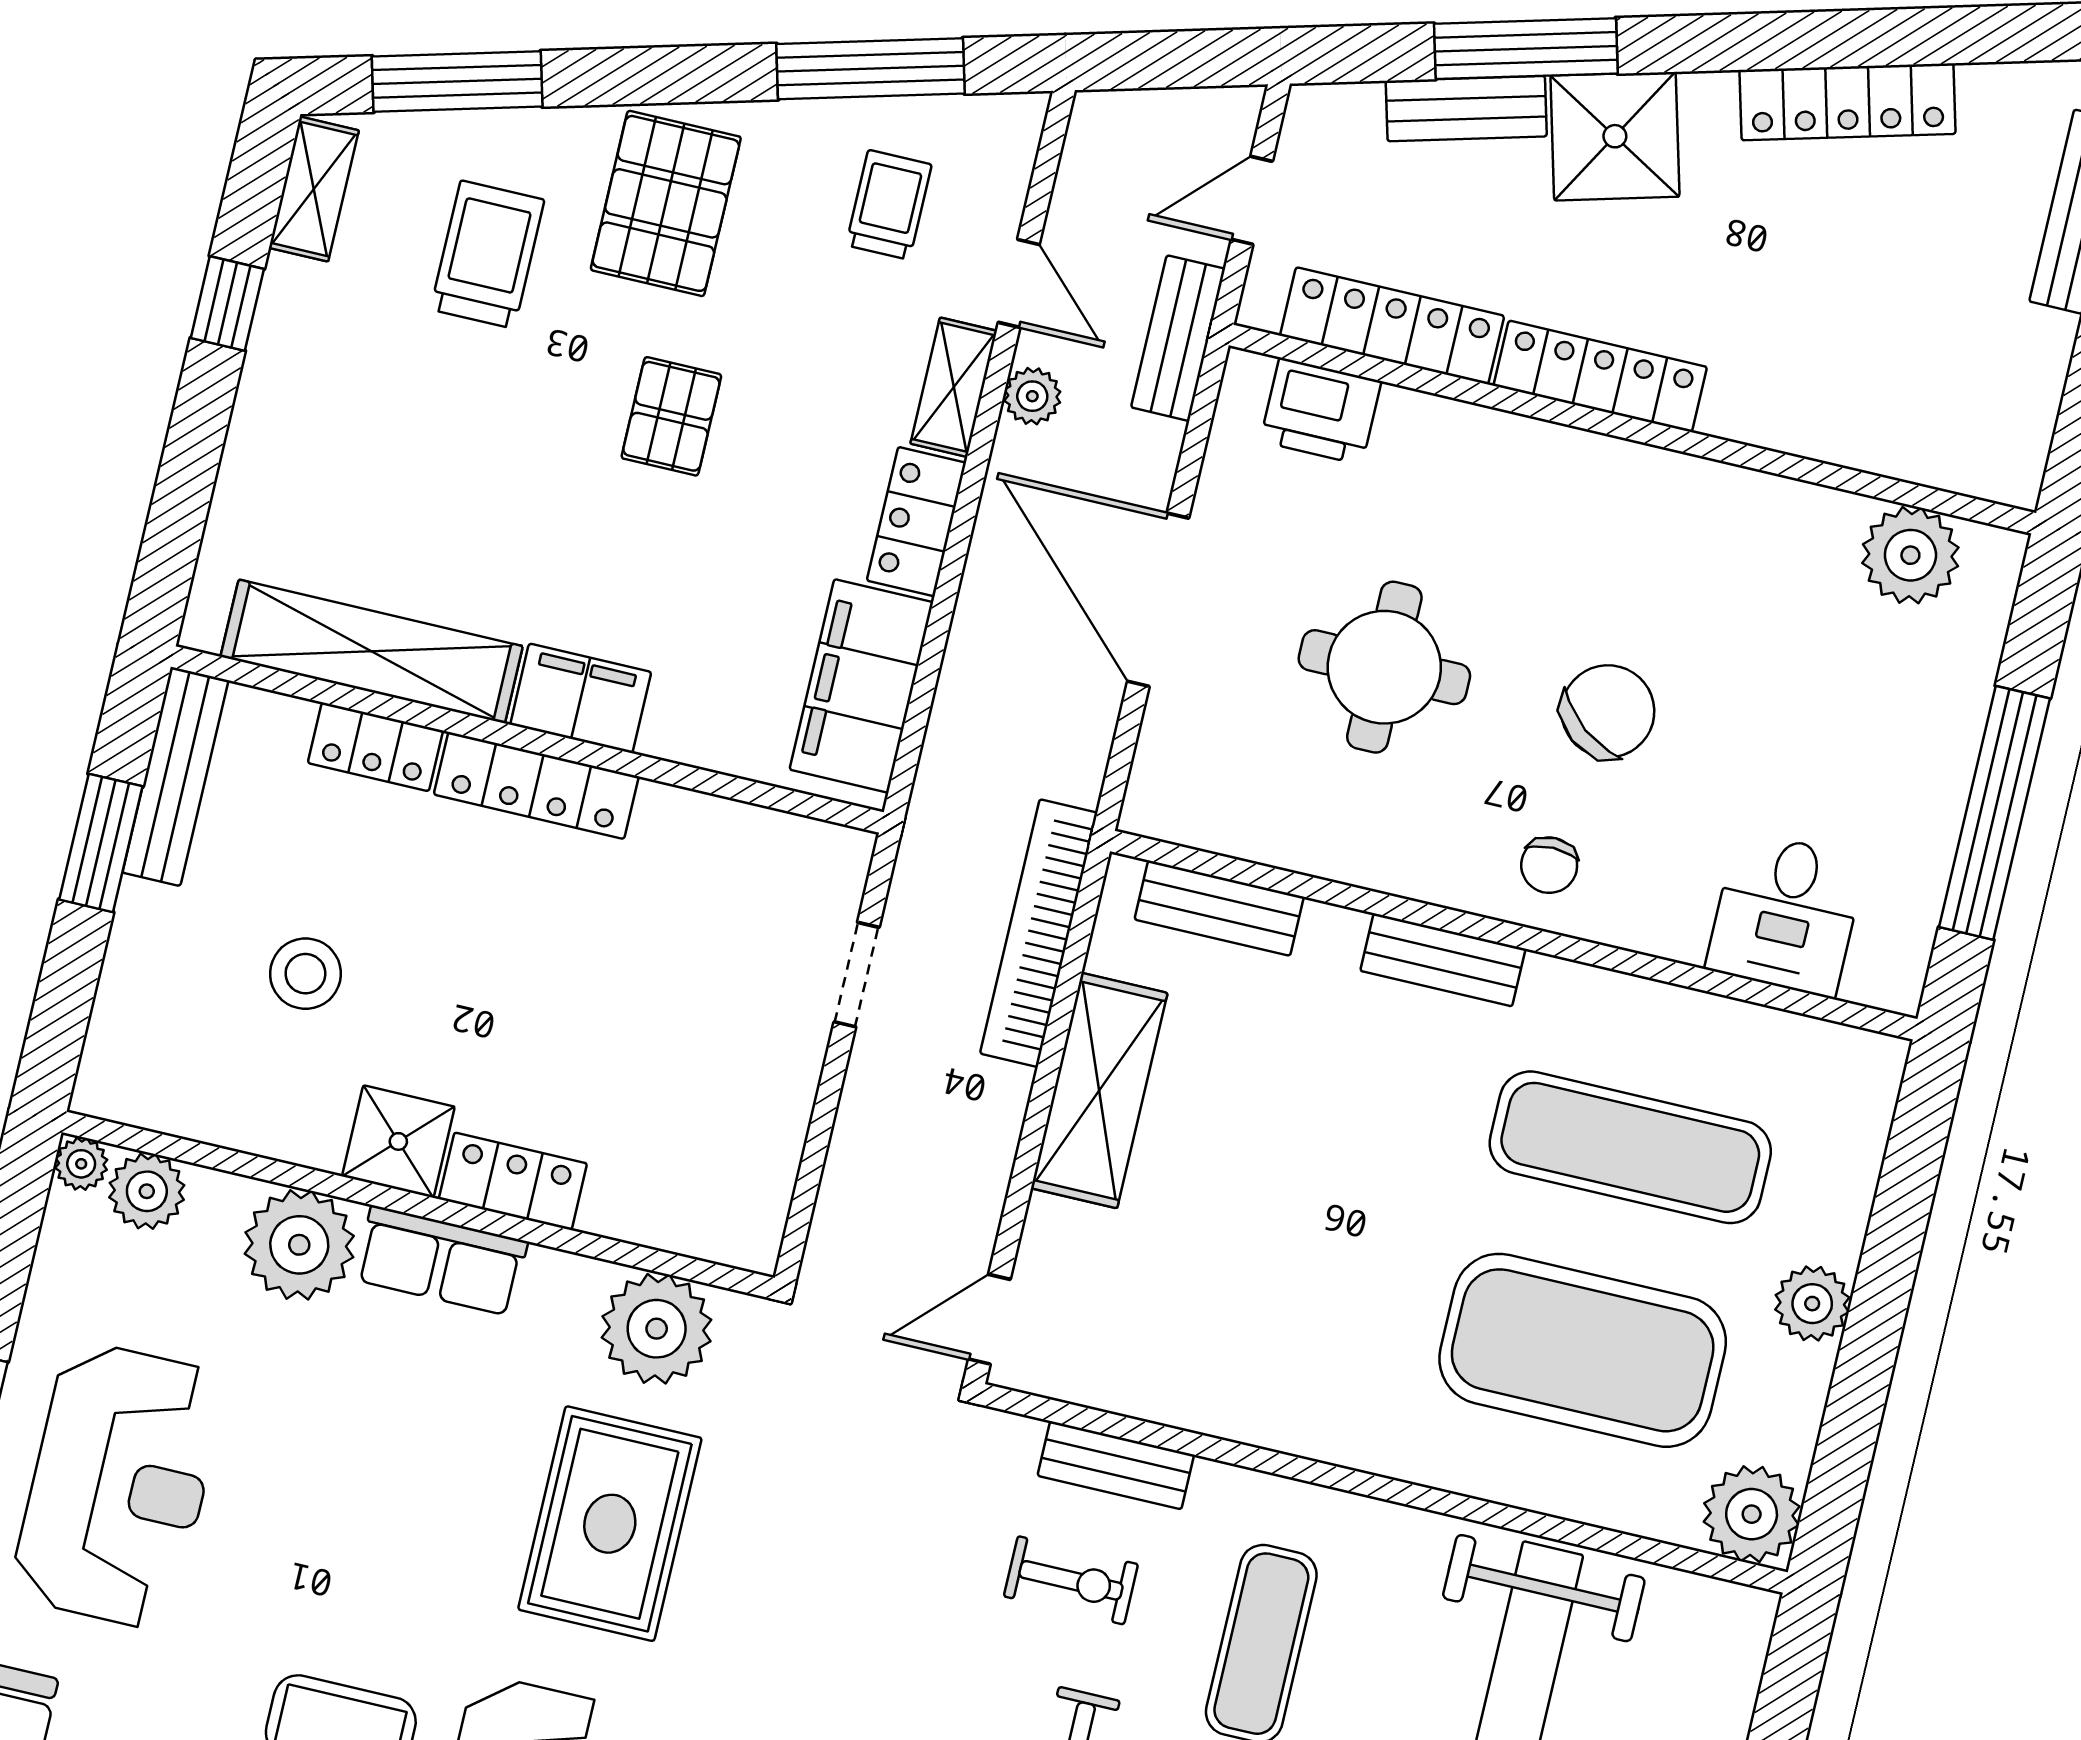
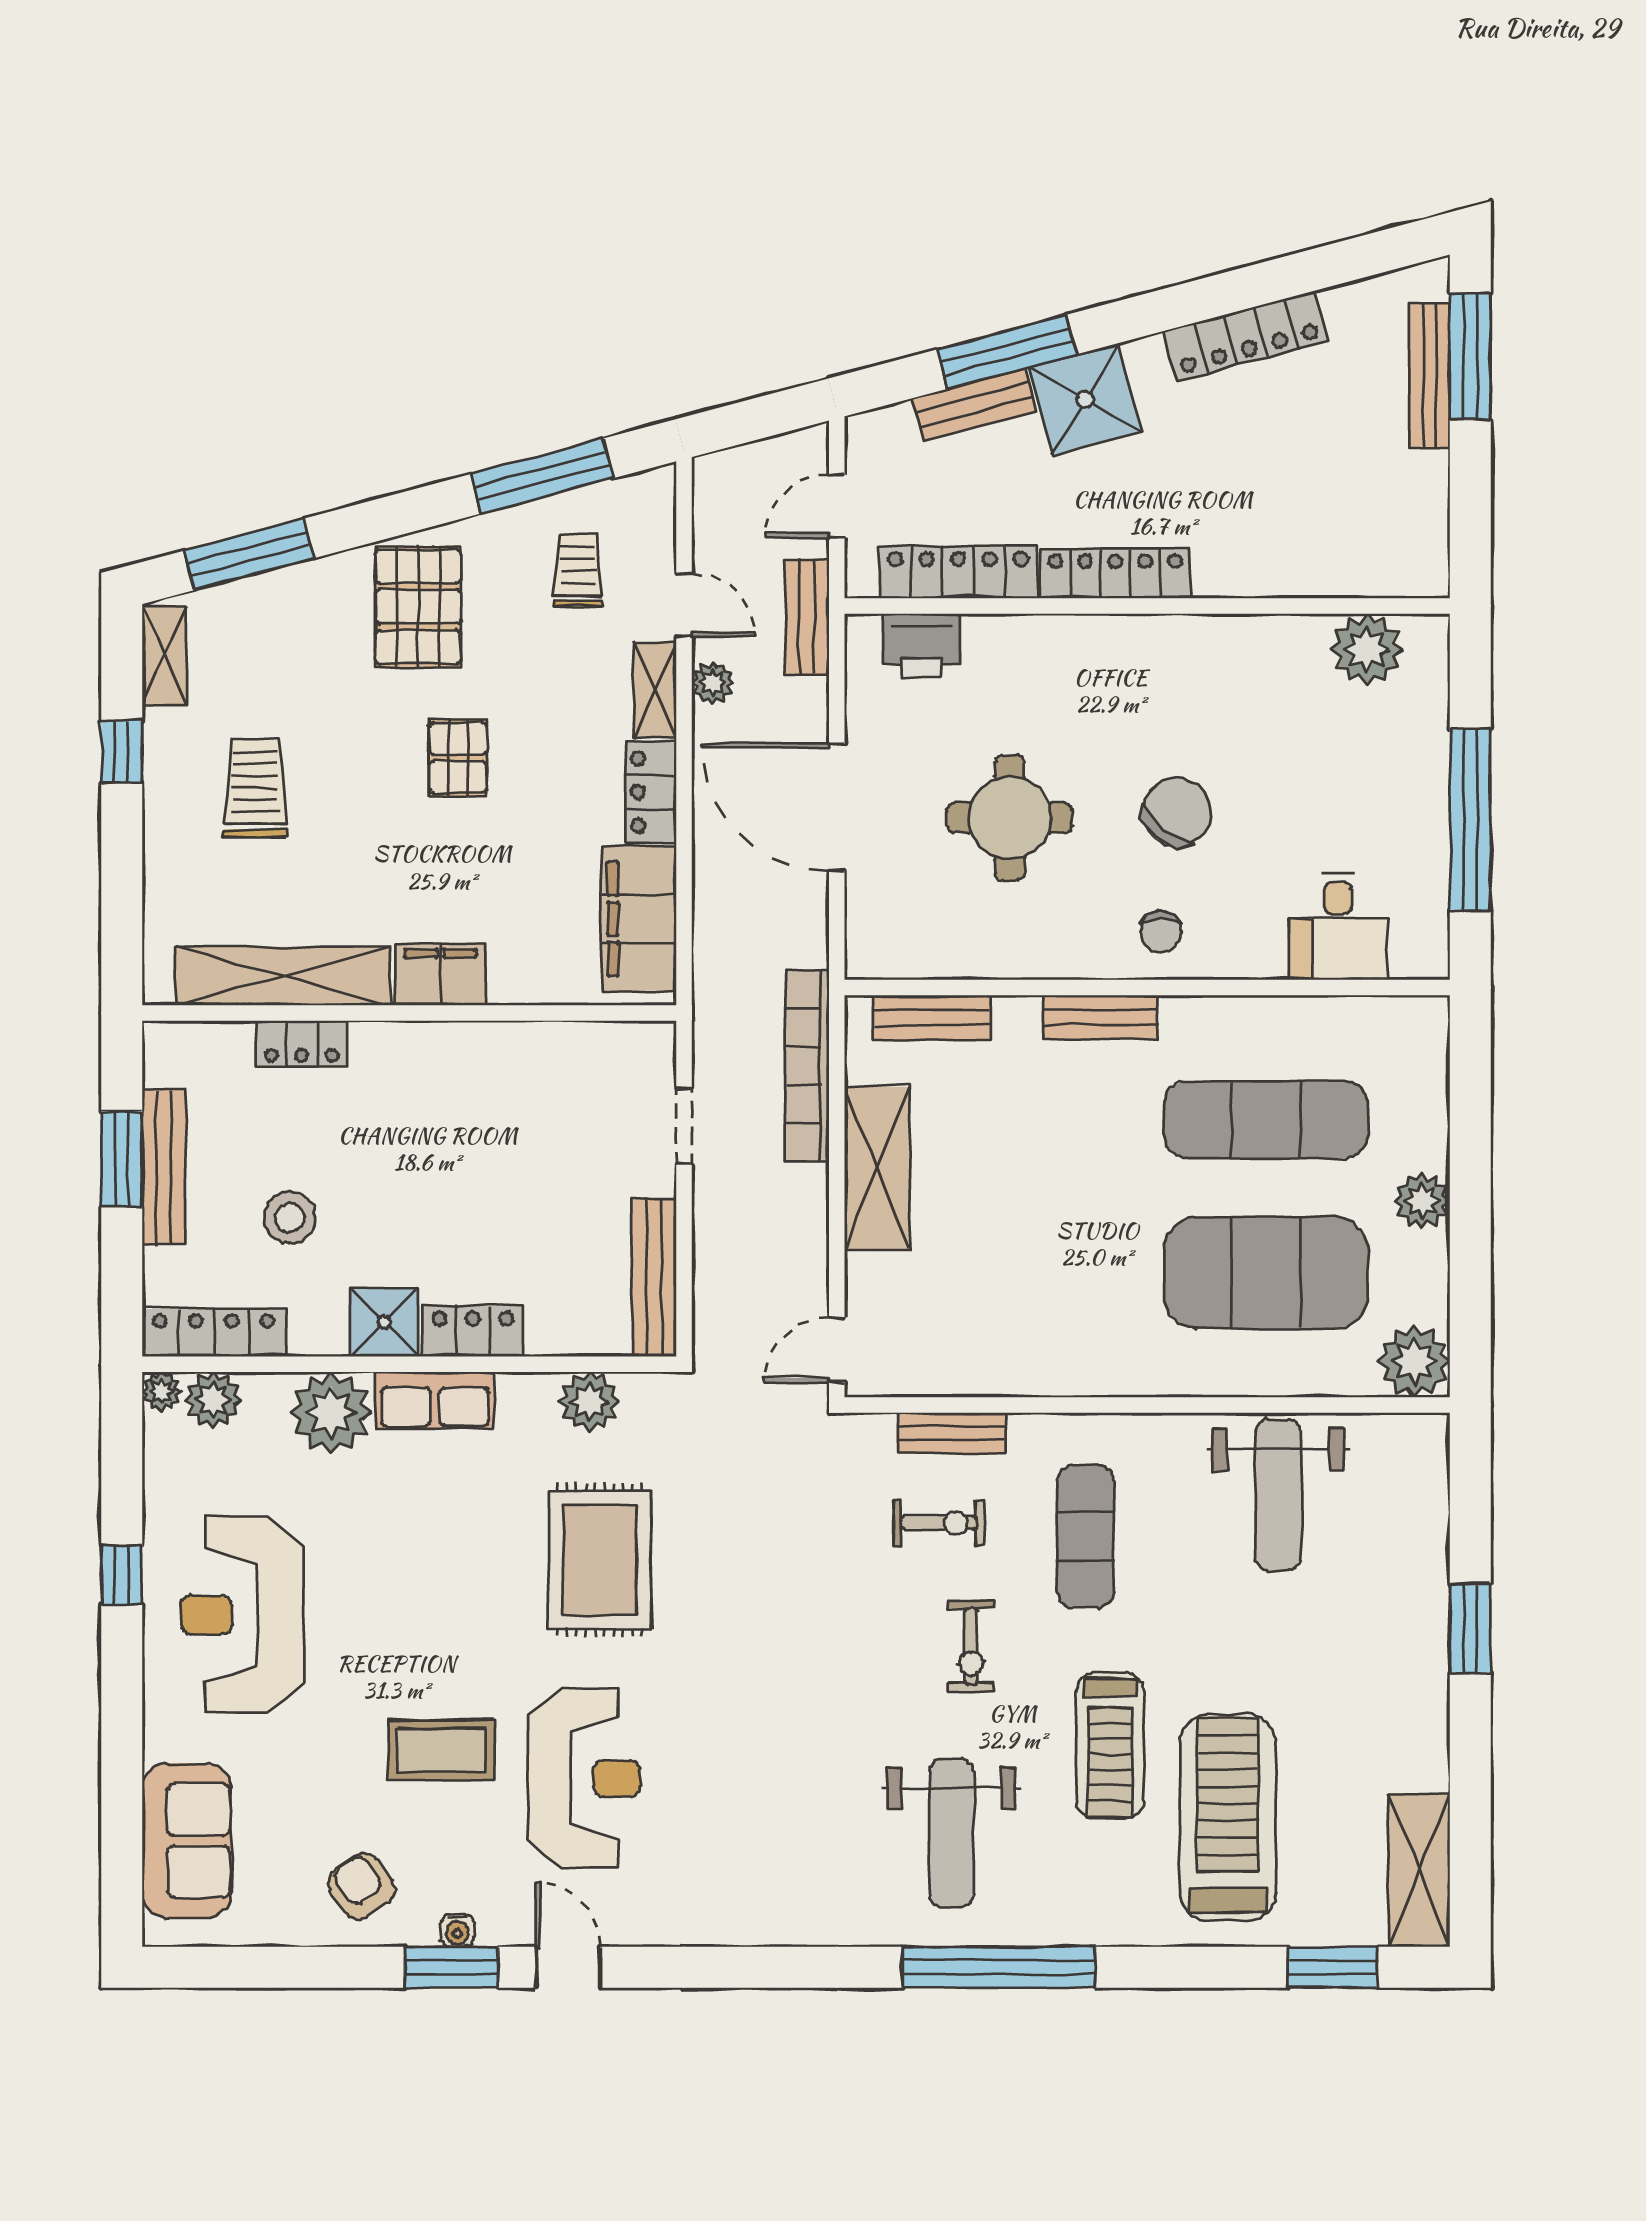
trolley: (487, 255) -> (255, 788), moved
bench: (175, 776) -> (164, 1167), moved
locker: (536, 785) -> (214, 1333), moved, turned 180
bench: (770, 1166) -> (654, 1278), added
plant: (657, 1329) -> (589, 1402), width x0.73, depth x0.73
reception desk: (119, 1486) -> (242, 1615), turned 180

